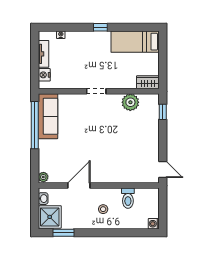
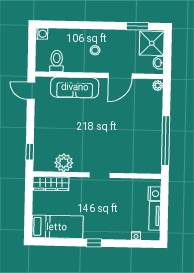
wardrobe: (148, 82) -> (51, 184), width x1.50
sofa: (48, 116) -> (75, 87), moved, turned -90
toilet: (128, 198) -> (57, 61), moved

